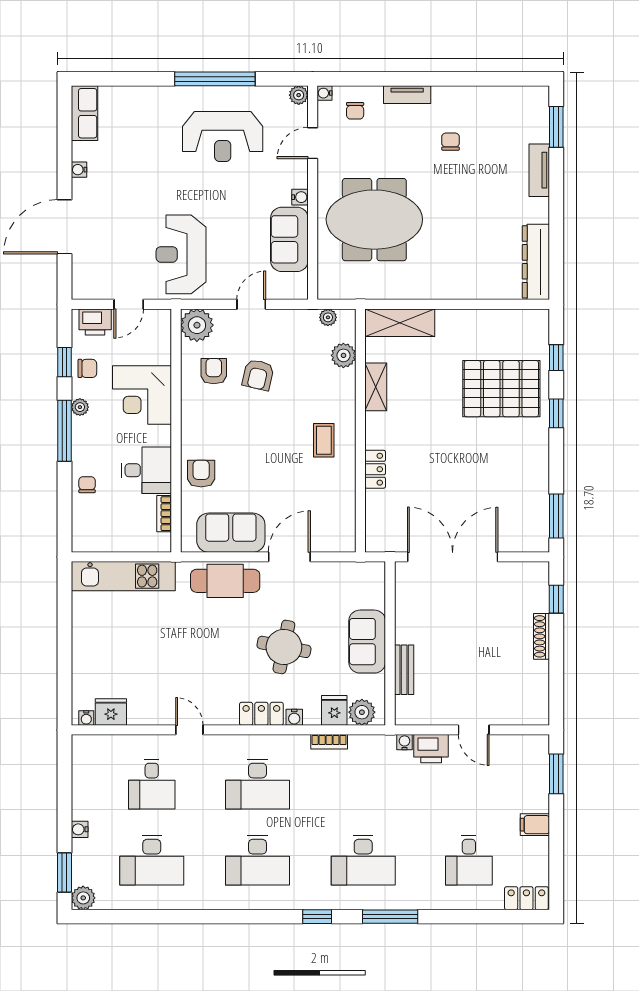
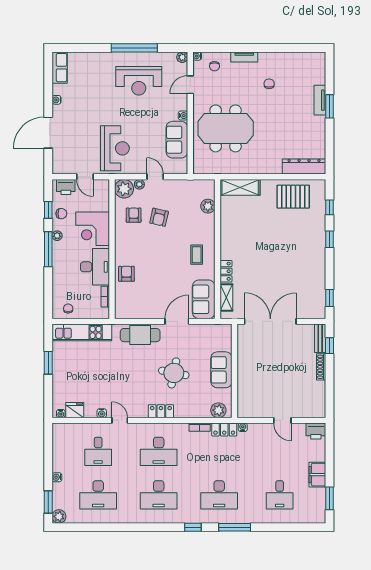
window: (556, 127) -> (330, 106), moved
reception desk: (181, 254) -> (115, 148), turned 180
dresser: (536, 262) -> (304, 167), moved, turned 90
door: (129, 304) -> (85, 177), hinge flipped
door: (251, 304) -> (155, 177), hinge flipped
plant: (328, 317) -> (139, 184), moved
shelving: (376, 387) -> (226, 297), moved
pallet: (501, 389) -> (293, 197), moved, width x0.73, depth x0.71
desk: (146, 470) -> (95, 267), width x1.37
chair: (87, 485) -> (68, 309), moved
window: (556, 516) -> (330, 298), width x0.67
sofa: (231, 533) -> (204, 299), moved, turned -90
window: (64, 629) -> (48, 363), added
bench: (404, 670) -> (320, 338), moved
fridge: (334, 710) -> (203, 409), removed
water cooler: (294, 717) -> (102, 413), moved
printer: (431, 749) -> (316, 431), moved
window: (556, 774) -> (330, 498), moved
filing cabinet: (535, 825) -> (317, 475), width x2.00
locker: (526, 898) -> (224, 430), moved, turned 180

